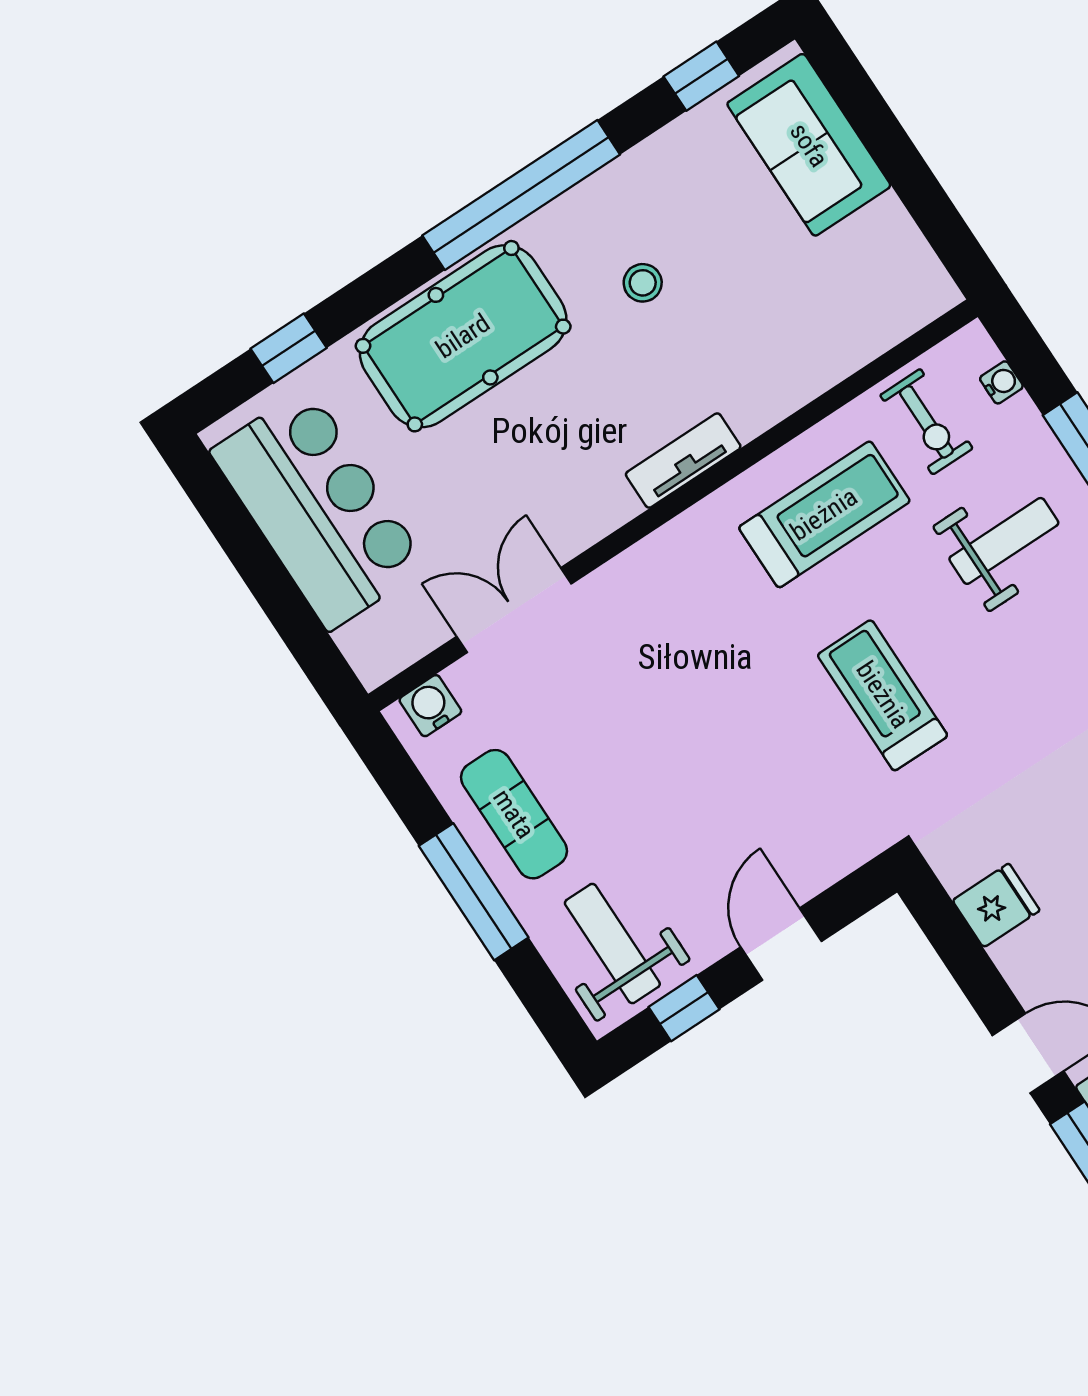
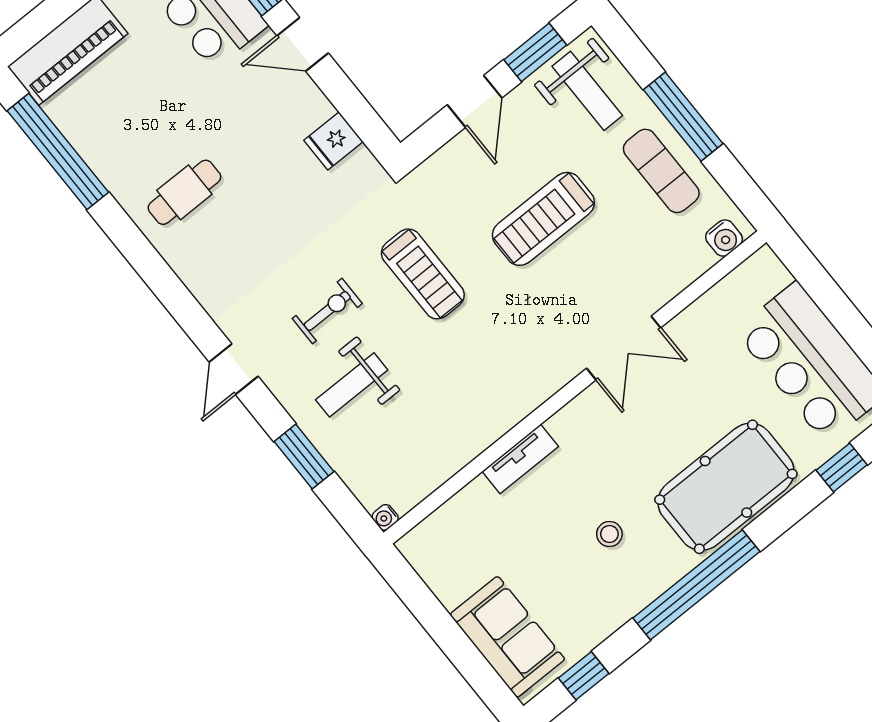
water cooler: (1001, 382) -> (385, 517), moved
exercise bike: (926, 422) -> (327, 311), moved, turned 90
tv unit: (683, 461) -> (520, 459), moved
treadmill: (824, 514) -> (543, 219), moved
double door: (514, 610) -> (624, 348), moved
window: (684, 1008) -> (535, 52), width x1.50

